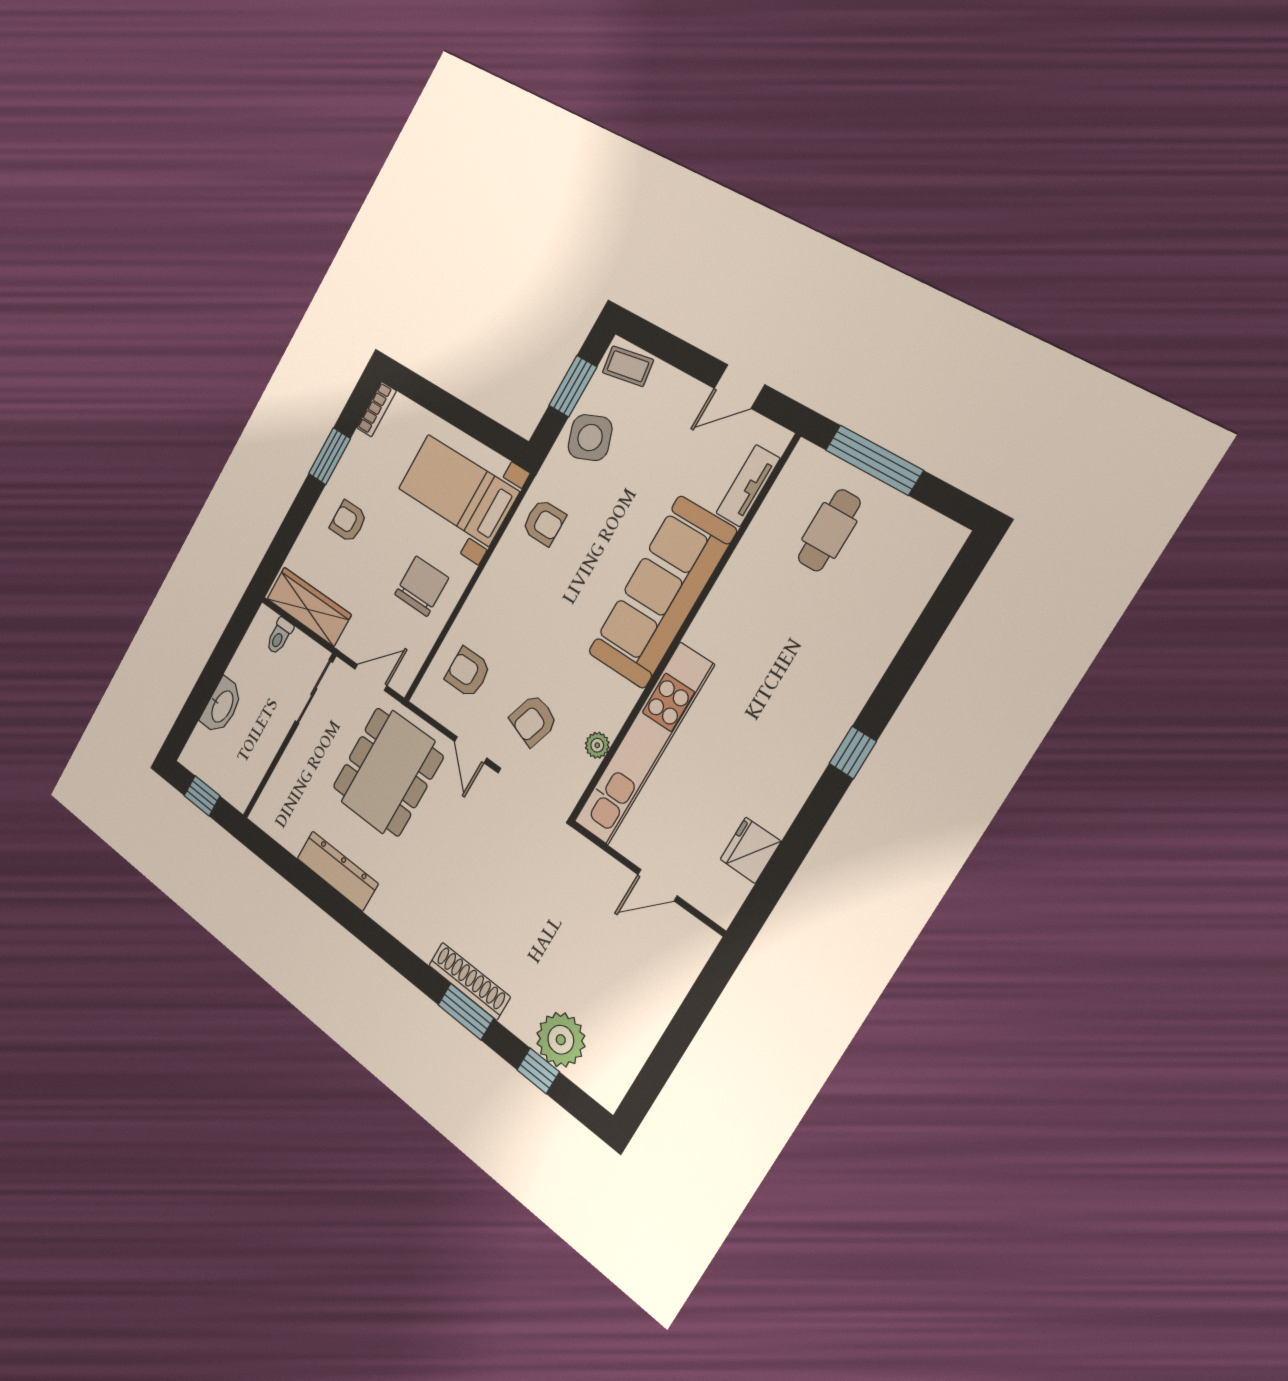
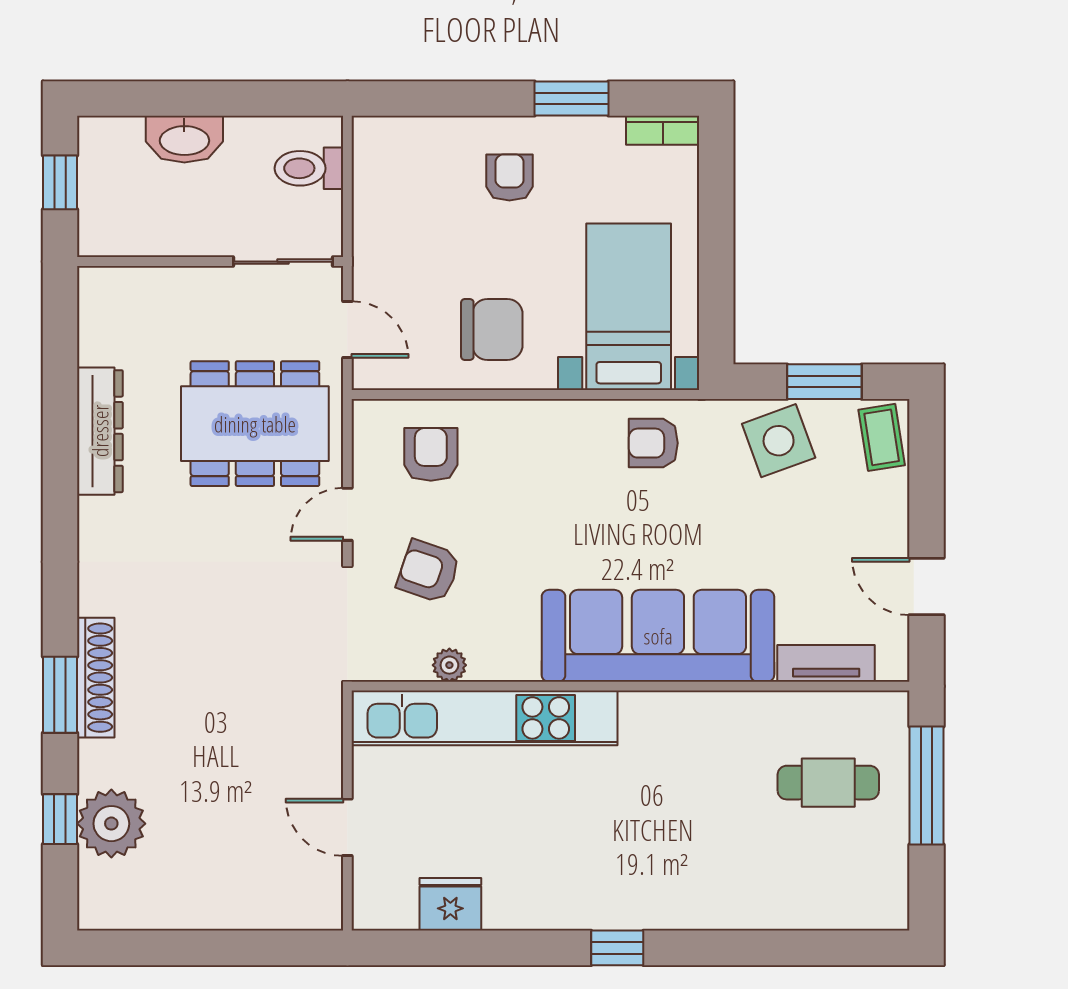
armchair: (544, 522) -> (653, 443), turned 90
wardrobe: (309, 607) -> (378, 188), removed
toilet: (280, 636) -> (309, 168), width x1.37, depth x1.39

